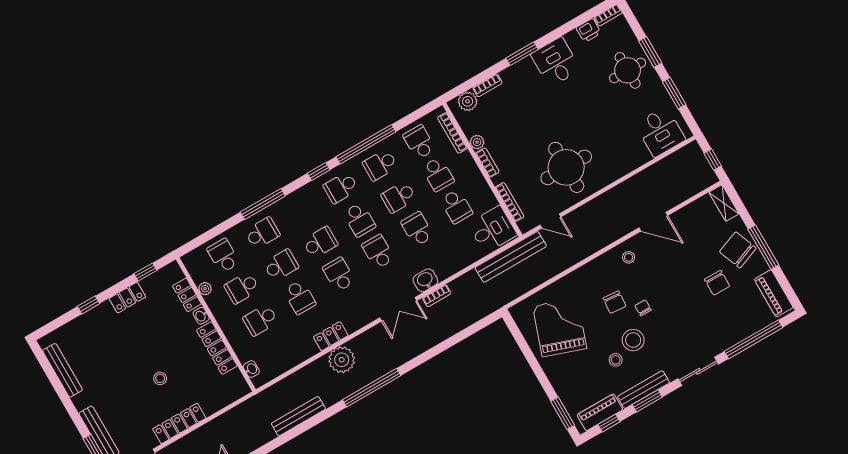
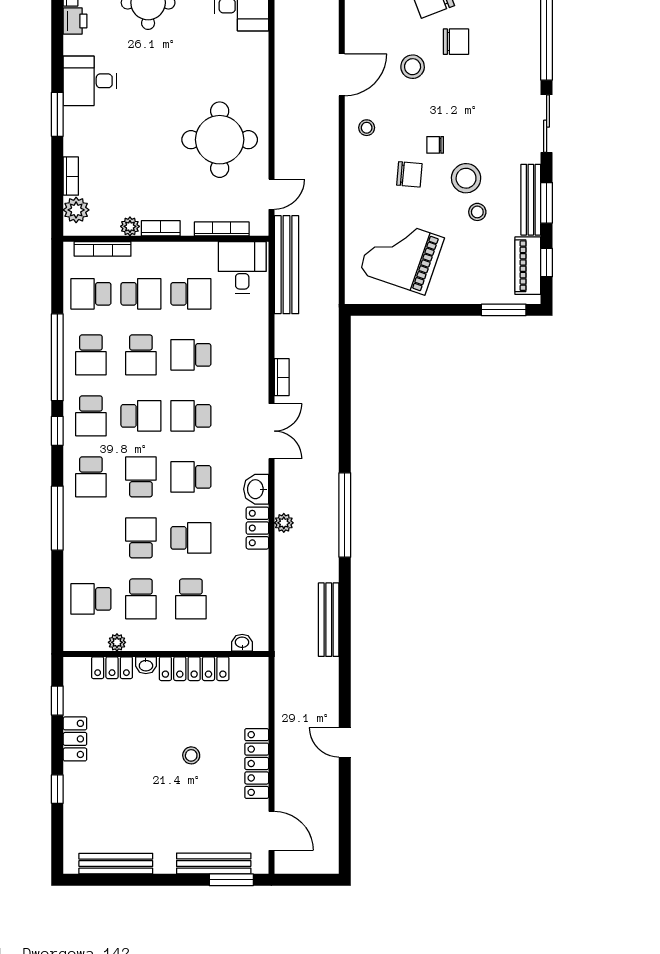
school desk: (262, 233) -> (91, 477), moved, turned 180
stool: (685, 264) -> (413, 67), added
washbasin: (425, 280) -> (256, 489), moved
plant: (342, 360) -> (284, 523), width x0.53, depth x0.53

